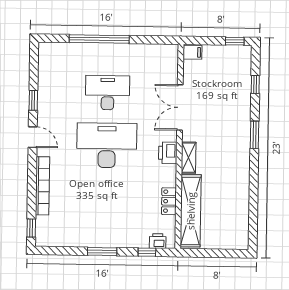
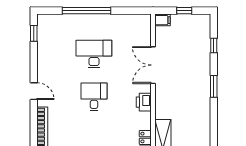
window: (235, 41) -> (184, 11), moved
window: (33, 100) -> (34, 33), moved
desk: (107, 145) -> (94, 97), width x0.53, depth x0.77
shelving: (189, 158) -> (161, 106), removed

